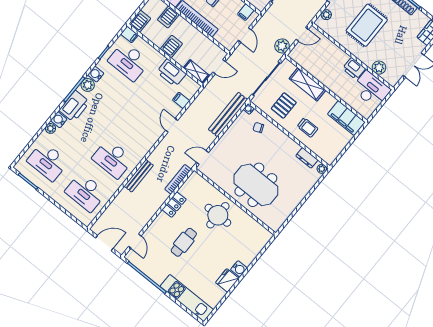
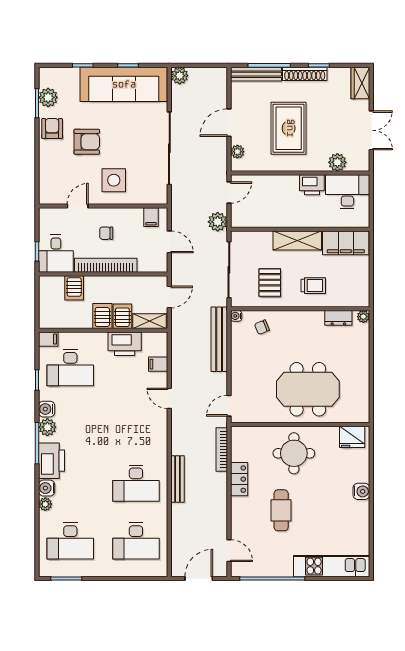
server rack: (140, 21) -> (122, 316), moved
shelving: (307, 84) -> (297, 241), moved
fridge: (227, 280) -> (352, 437), moved, turned -90

